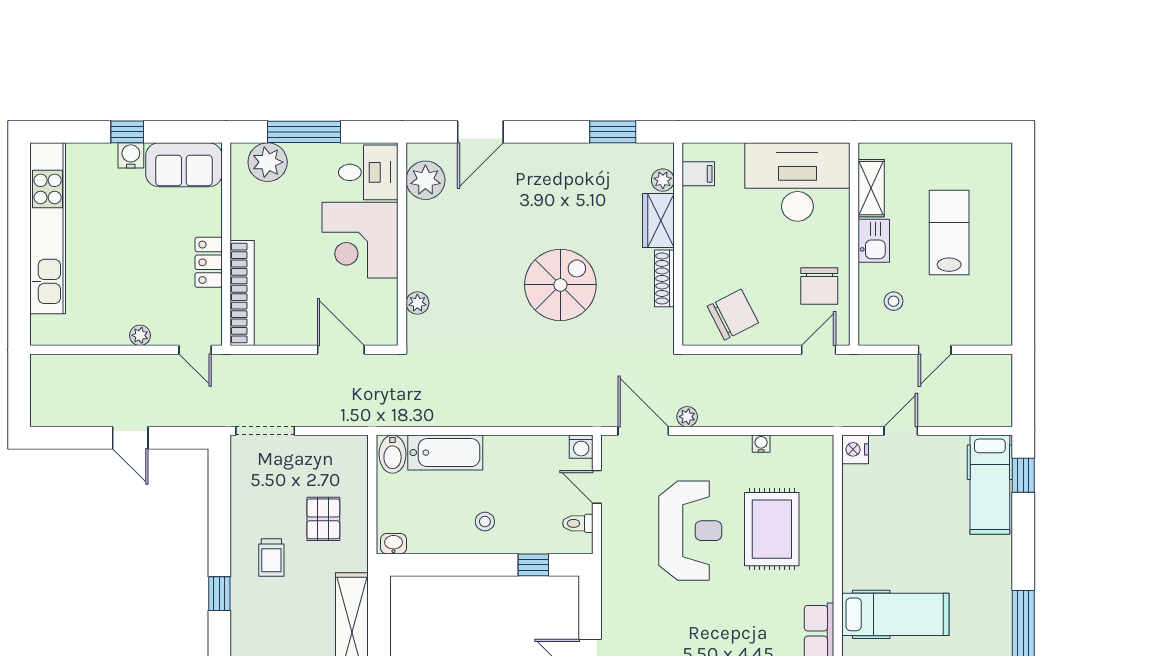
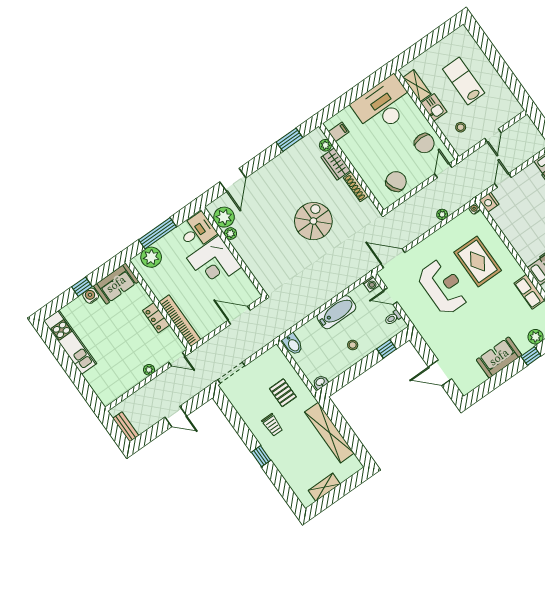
kitchen unit: (48, 228) -> (70, 342), width x0.73
plant: (417, 303) -> (231, 234), moved
bench: (41, 399) -> (126, 427), added
plant: (687, 417) -> (442, 214), moved
water cooler: (761, 444) -> (474, 209), moved
bathtub: (445, 453) -> (337, 312), moved

